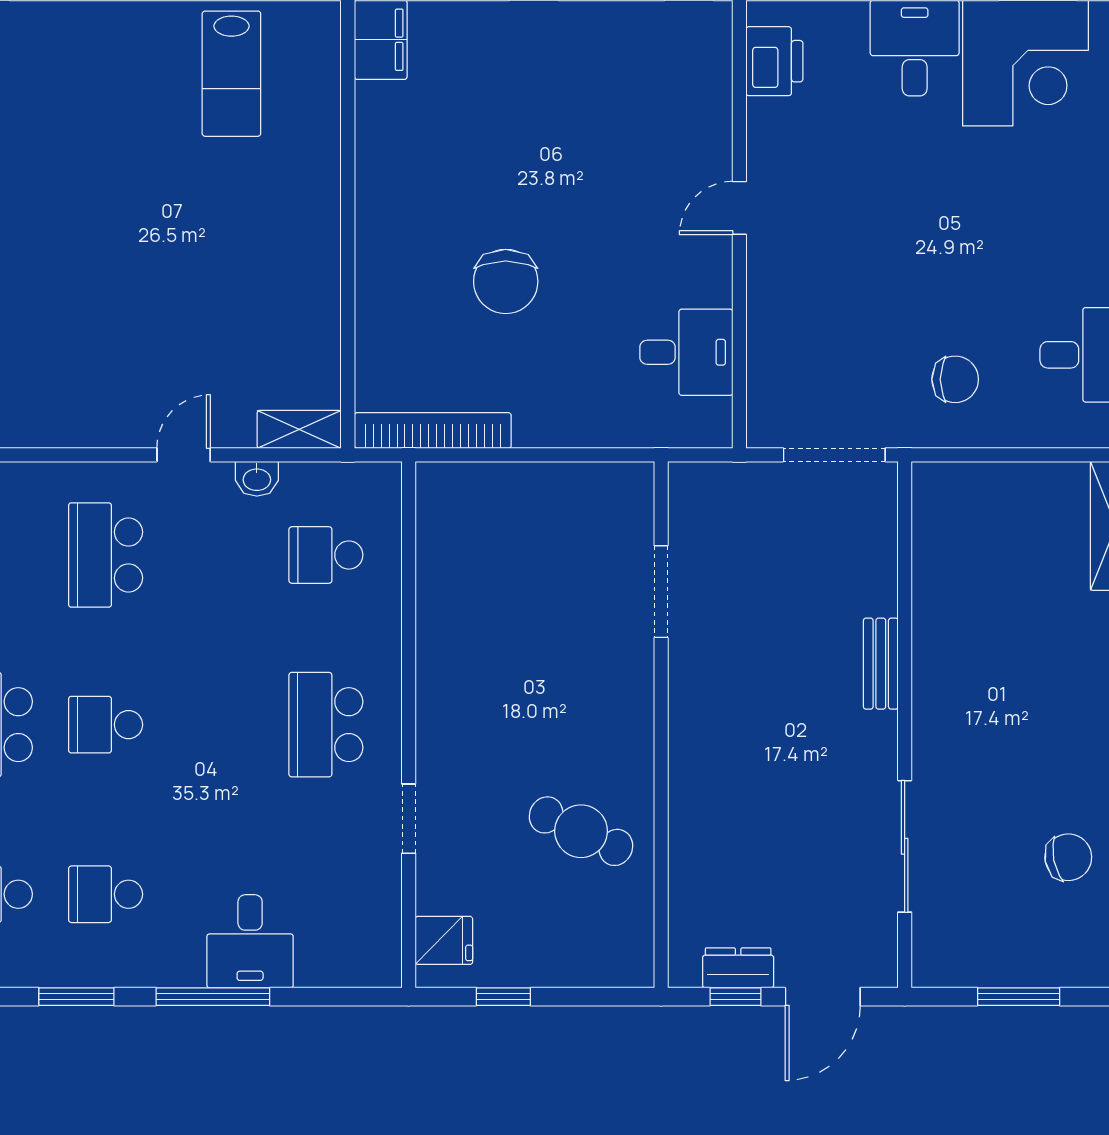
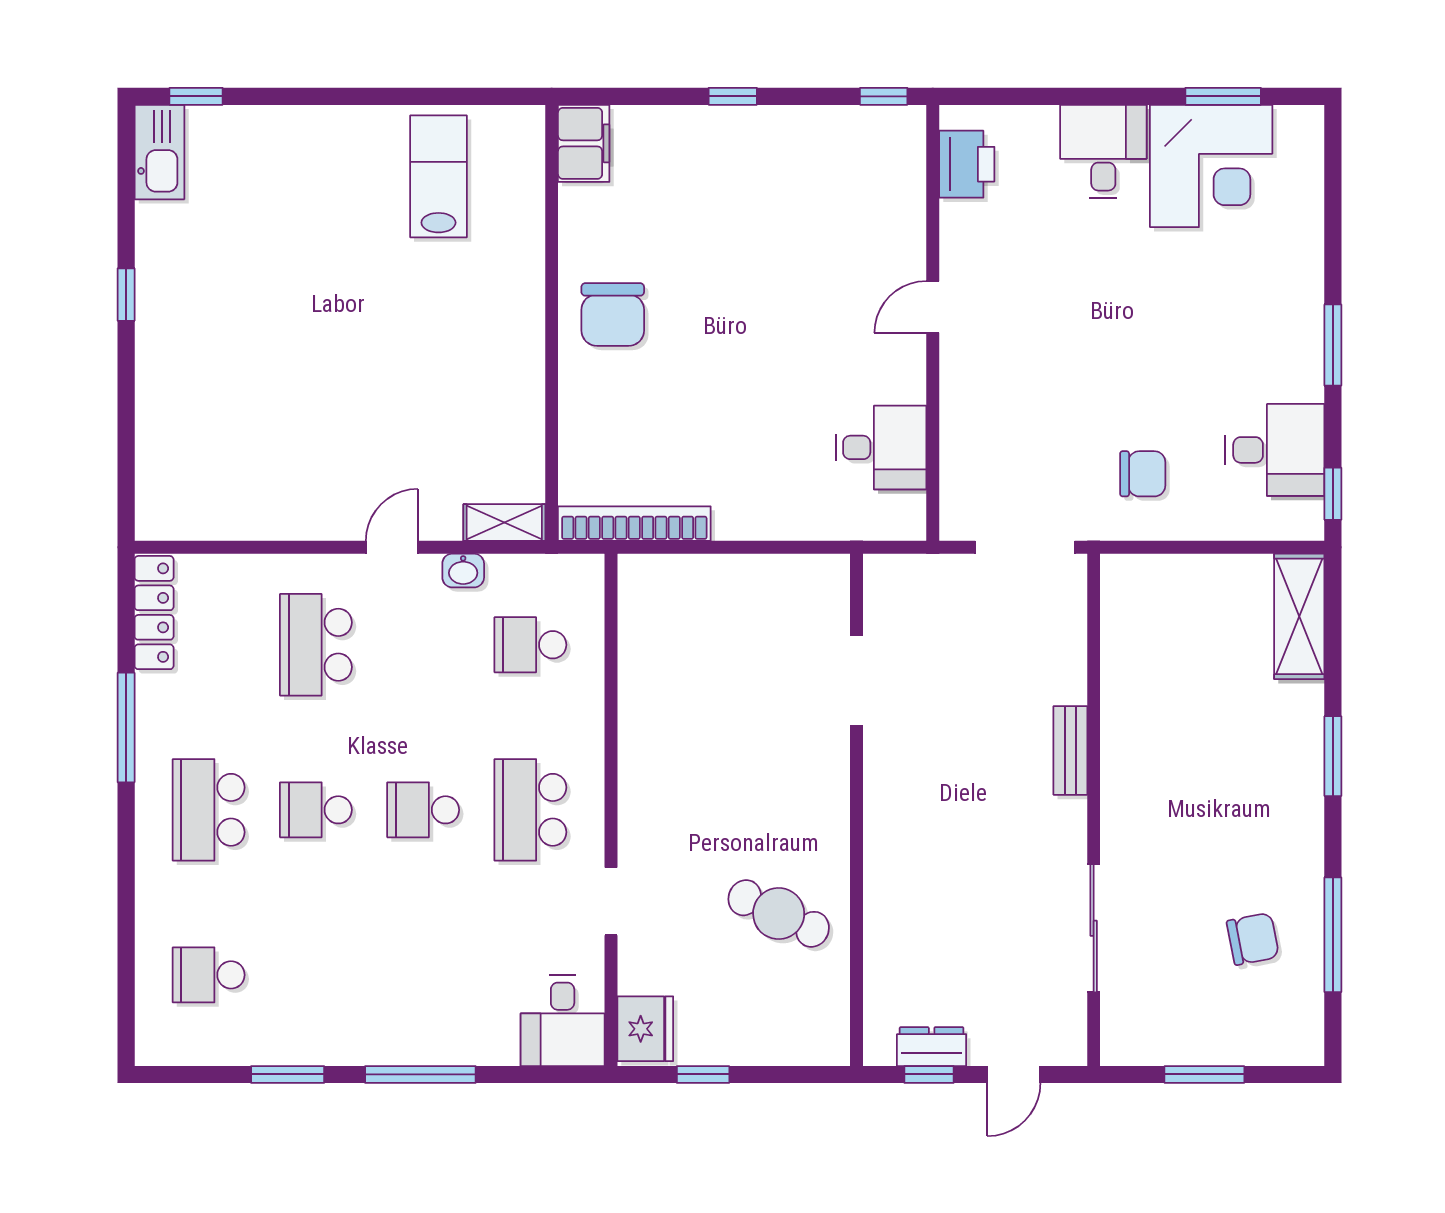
lab bench: (231, 74) -> (438, 176), turned 180
chair: (506, 281) -> (613, 314), moved
school desk: (106, 894) -> (423, 810), moved
fridge: (444, 940) -> (645, 1029), width x1.38
desk: (250, 941) -> (563, 1021), moved
door: (823, 997) -> (1014, 1074), width x0.73

